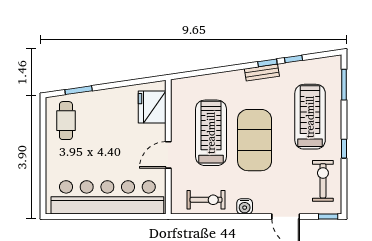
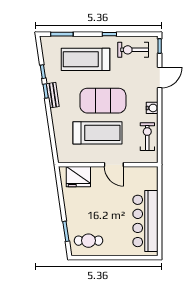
treadmill: (211, 133) -> (98, 133), turned 180
bar counter: (107, 197) -> (145, 221), width x0.73

